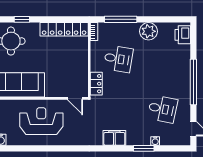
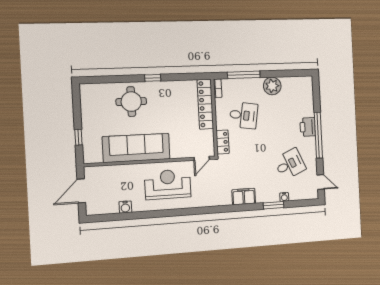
window: (22, 19) -> (153, 78), moved
locker: (64, 29) -> (205, 104), moved, turned 90
printer: (183, 35) -> (308, 127), moved
door: (75, 98) -> (202, 158), hinge flipped
desk: (163, 109) -> (290, 164), turned -36

